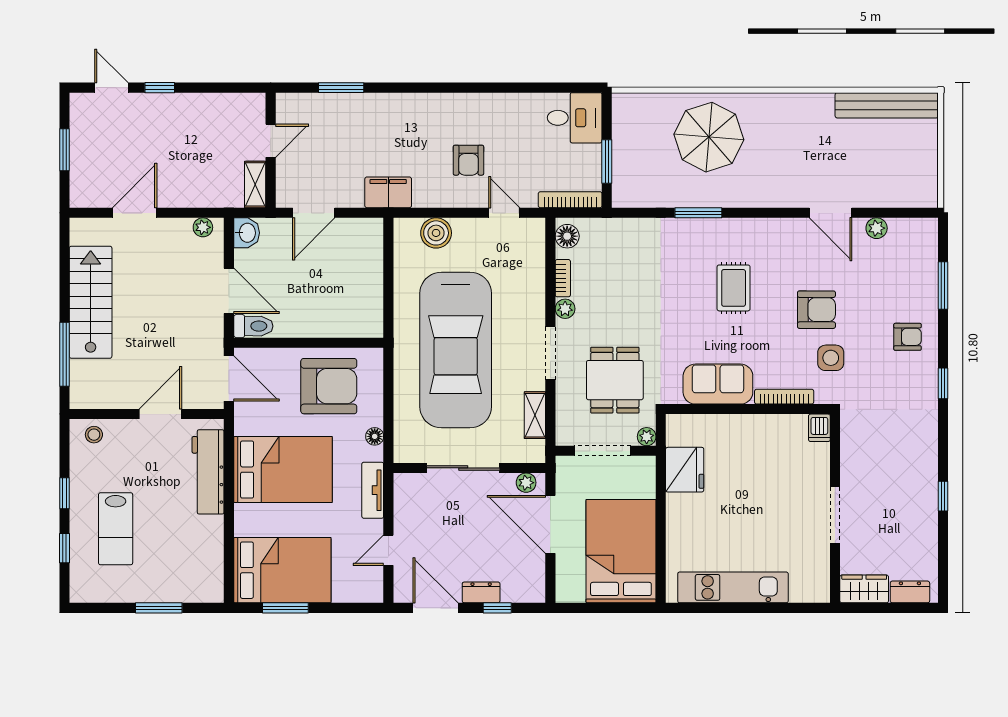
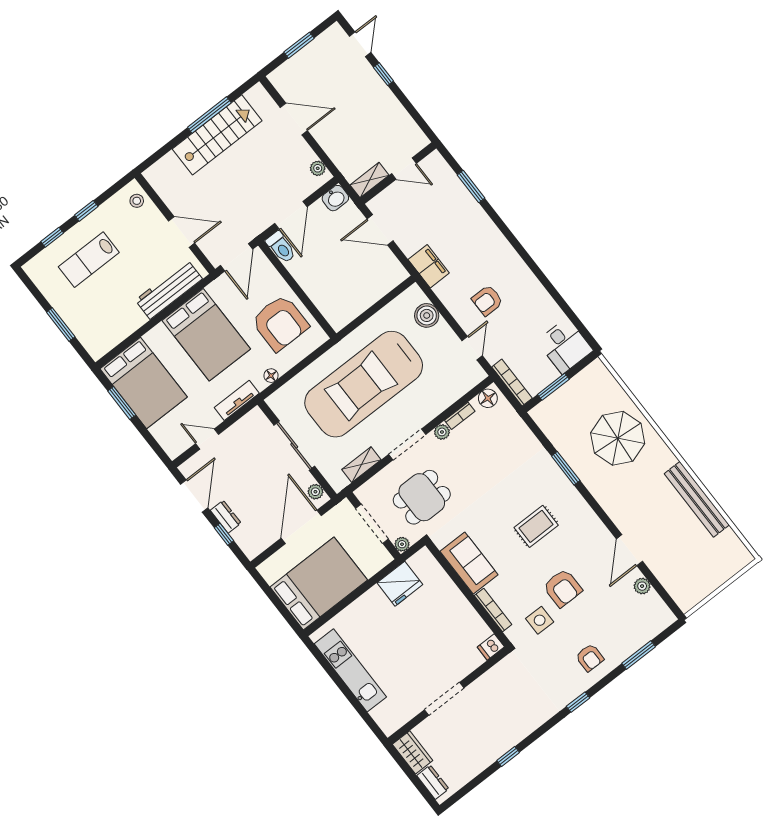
bench: (887, 105) -> (697, 499), moved
window: (64, 354) -> (209, 115), moved

